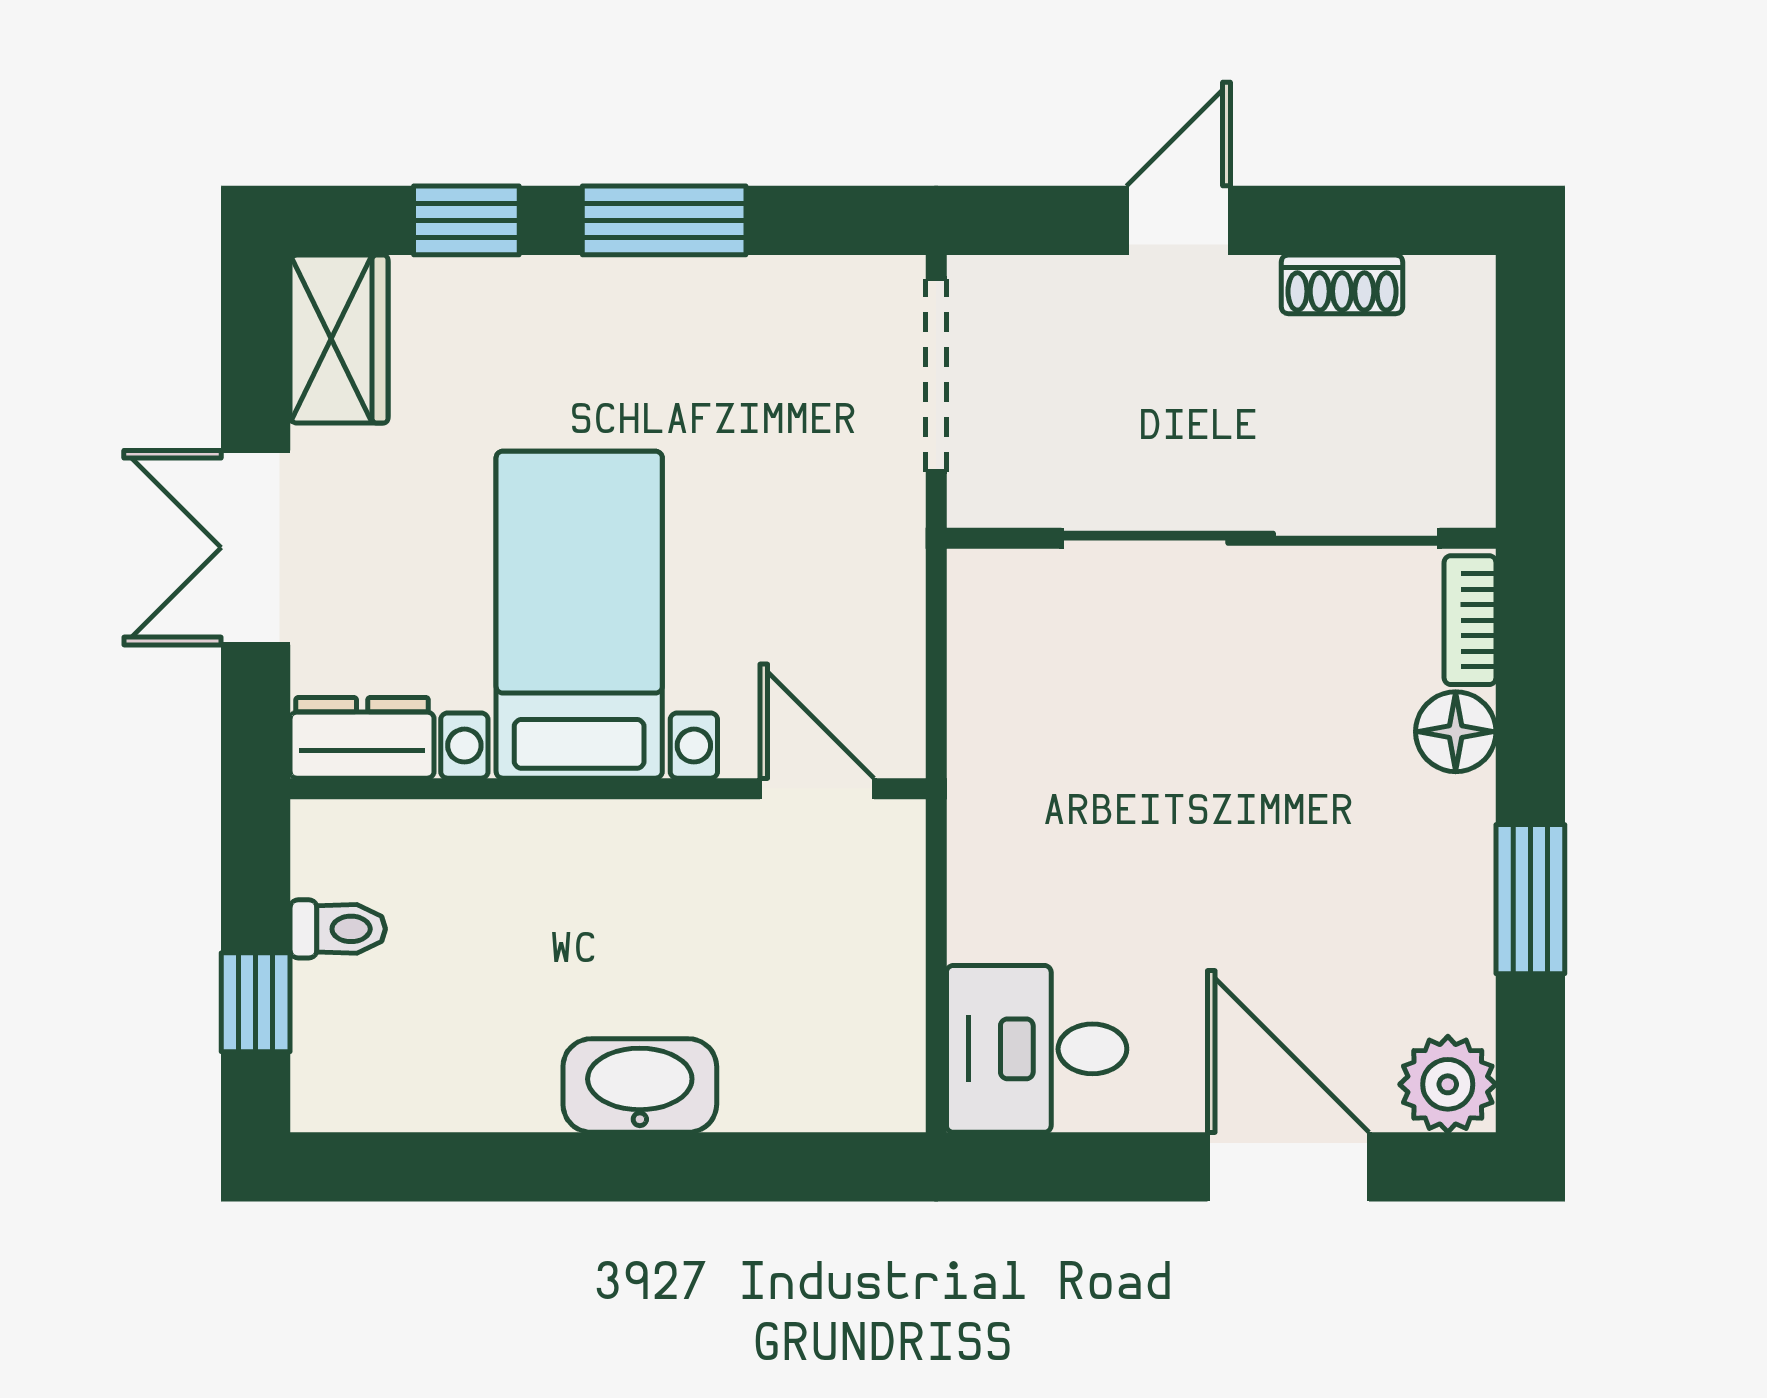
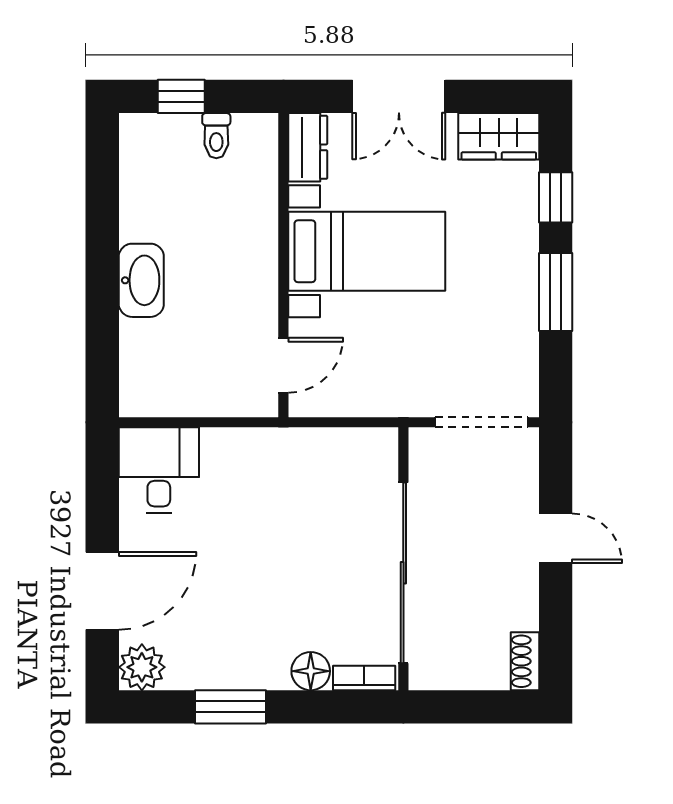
shoe rack: (1342, 284) -> (525, 661), moved
double door: (256, 548) -> (399, 96), swing flipped

